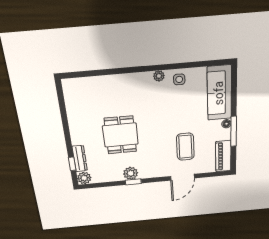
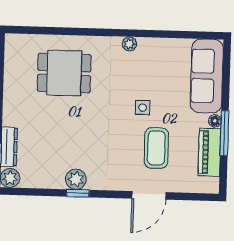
side table: (179, 79) -> (143, 108), moved
dining table: (120, 135) -> (64, 73), moved, turned 90
piano: (223, 156) -> (209, 152), moved

